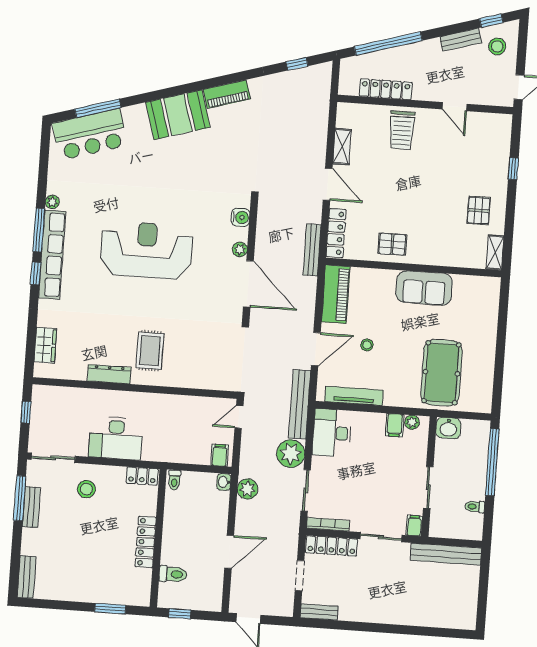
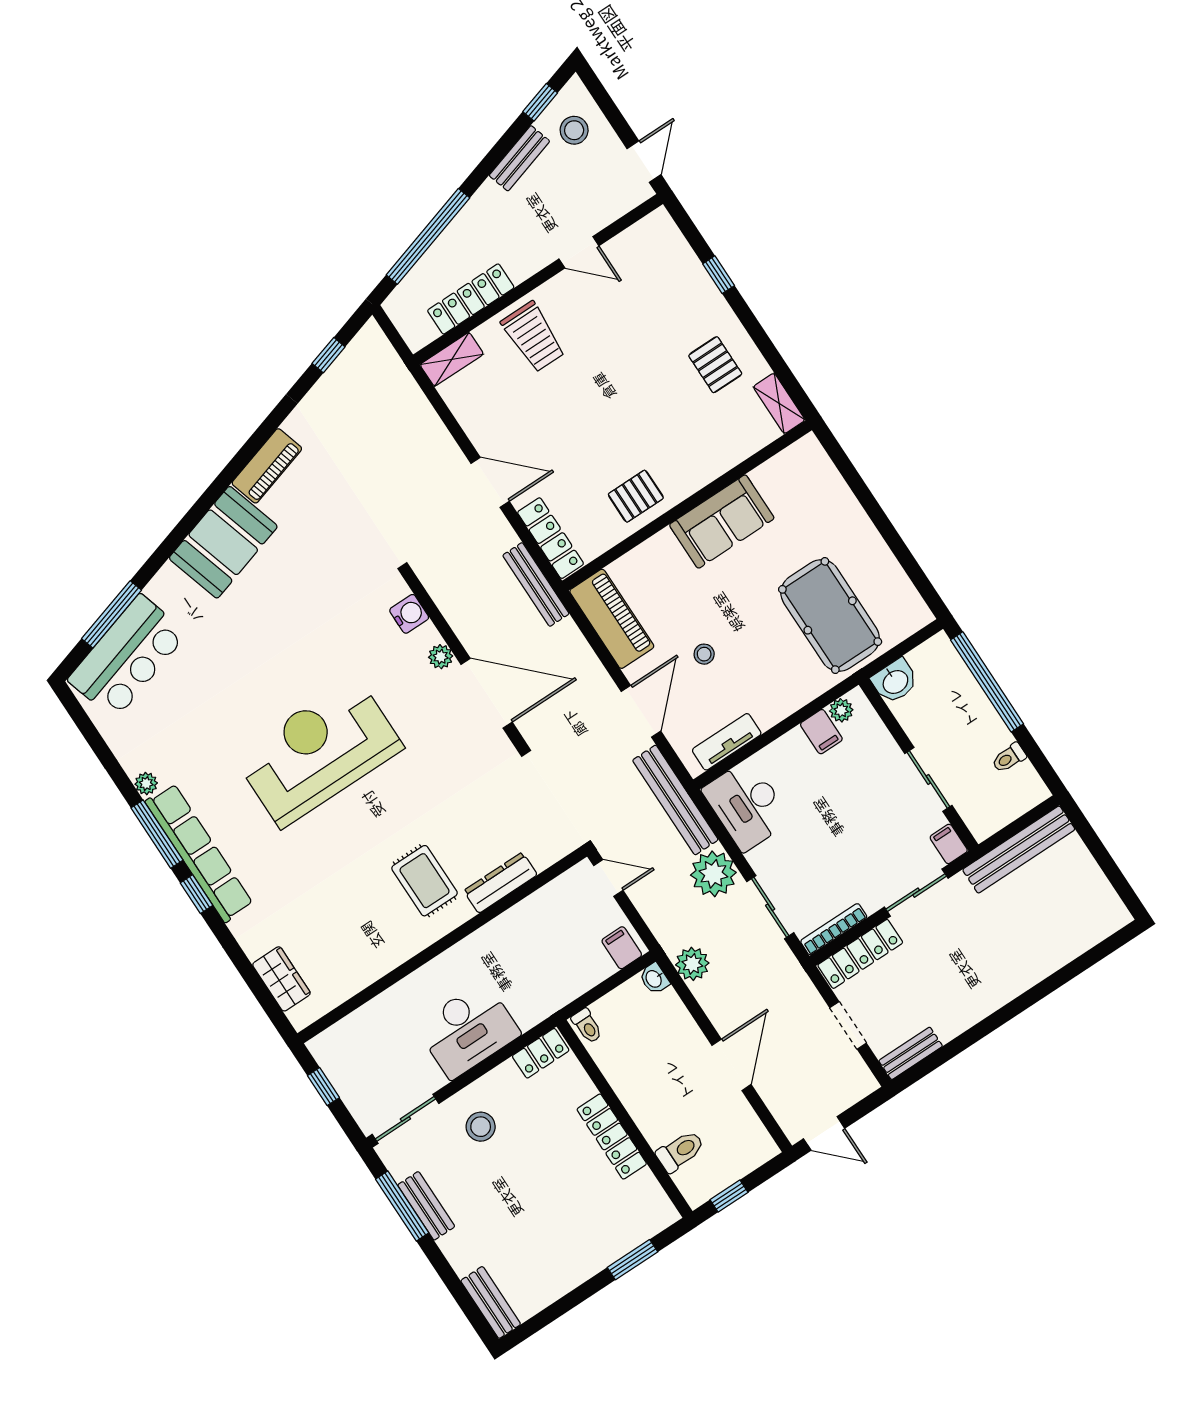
shelving: (342, 147) -> (452, 359), moved, turned 90
dresser: (109, 374) -> (501, 883), moved
tv unit: (354, 396) -> (727, 742), width x0.71
door: (239, 417) -> (608, 878), swing flipped

